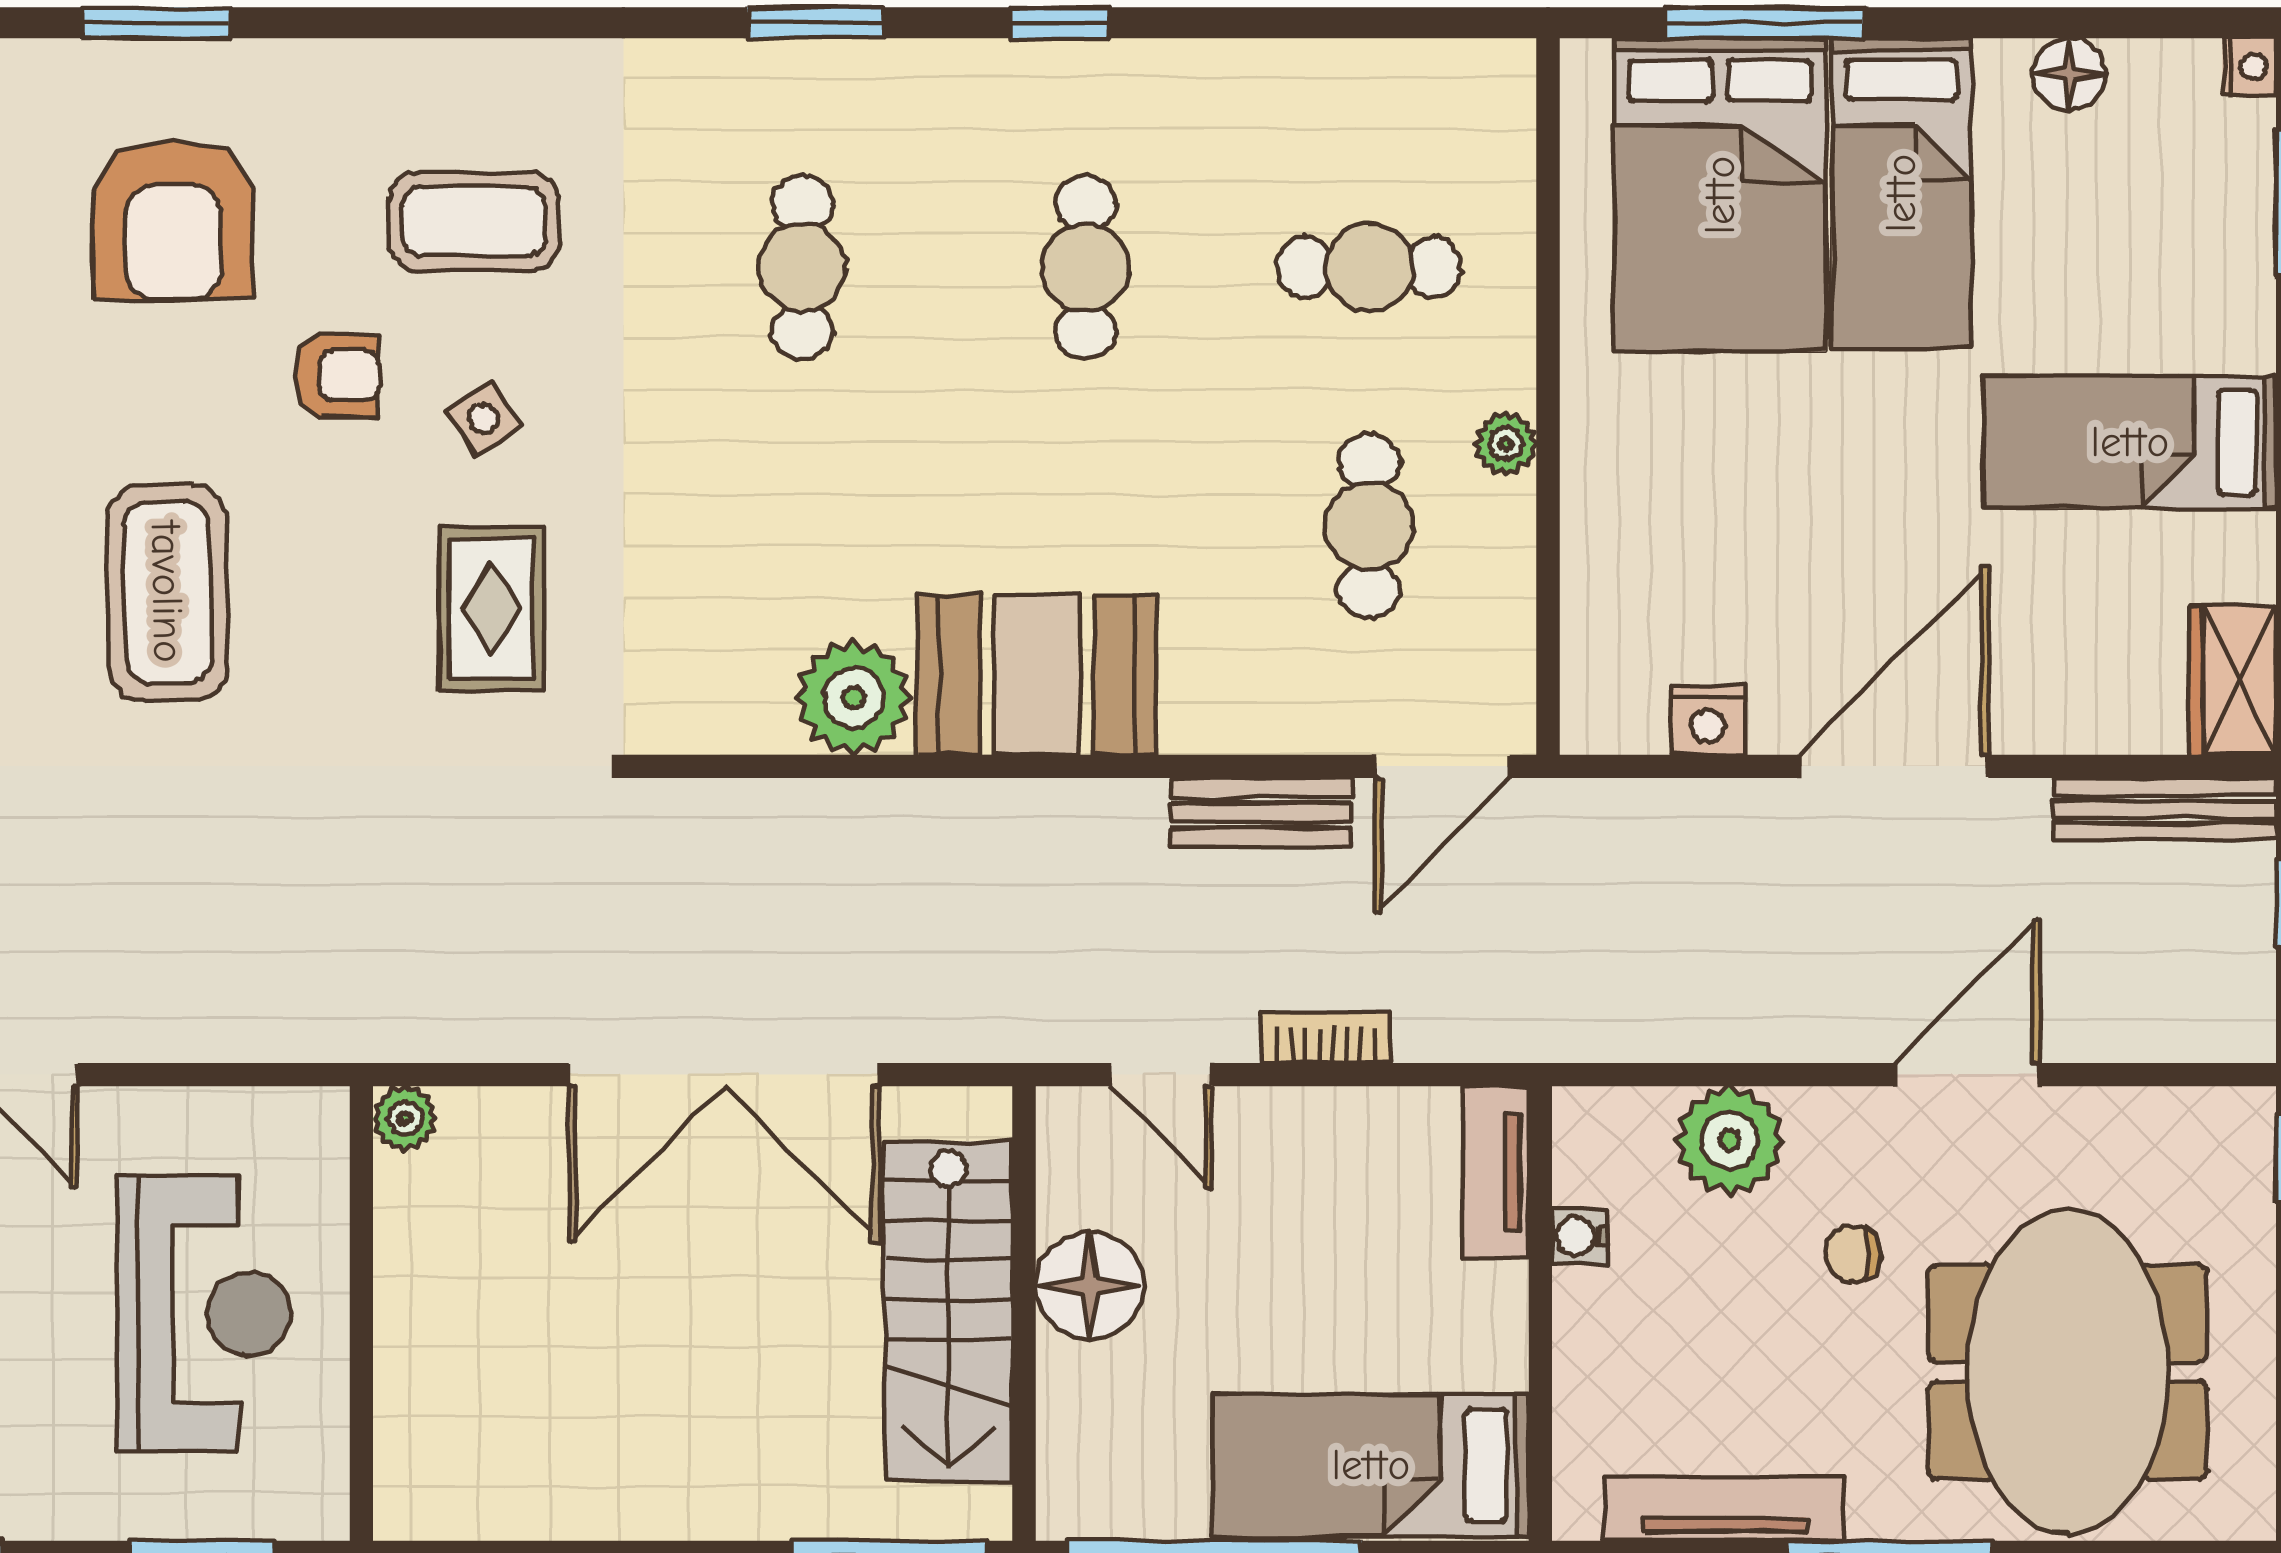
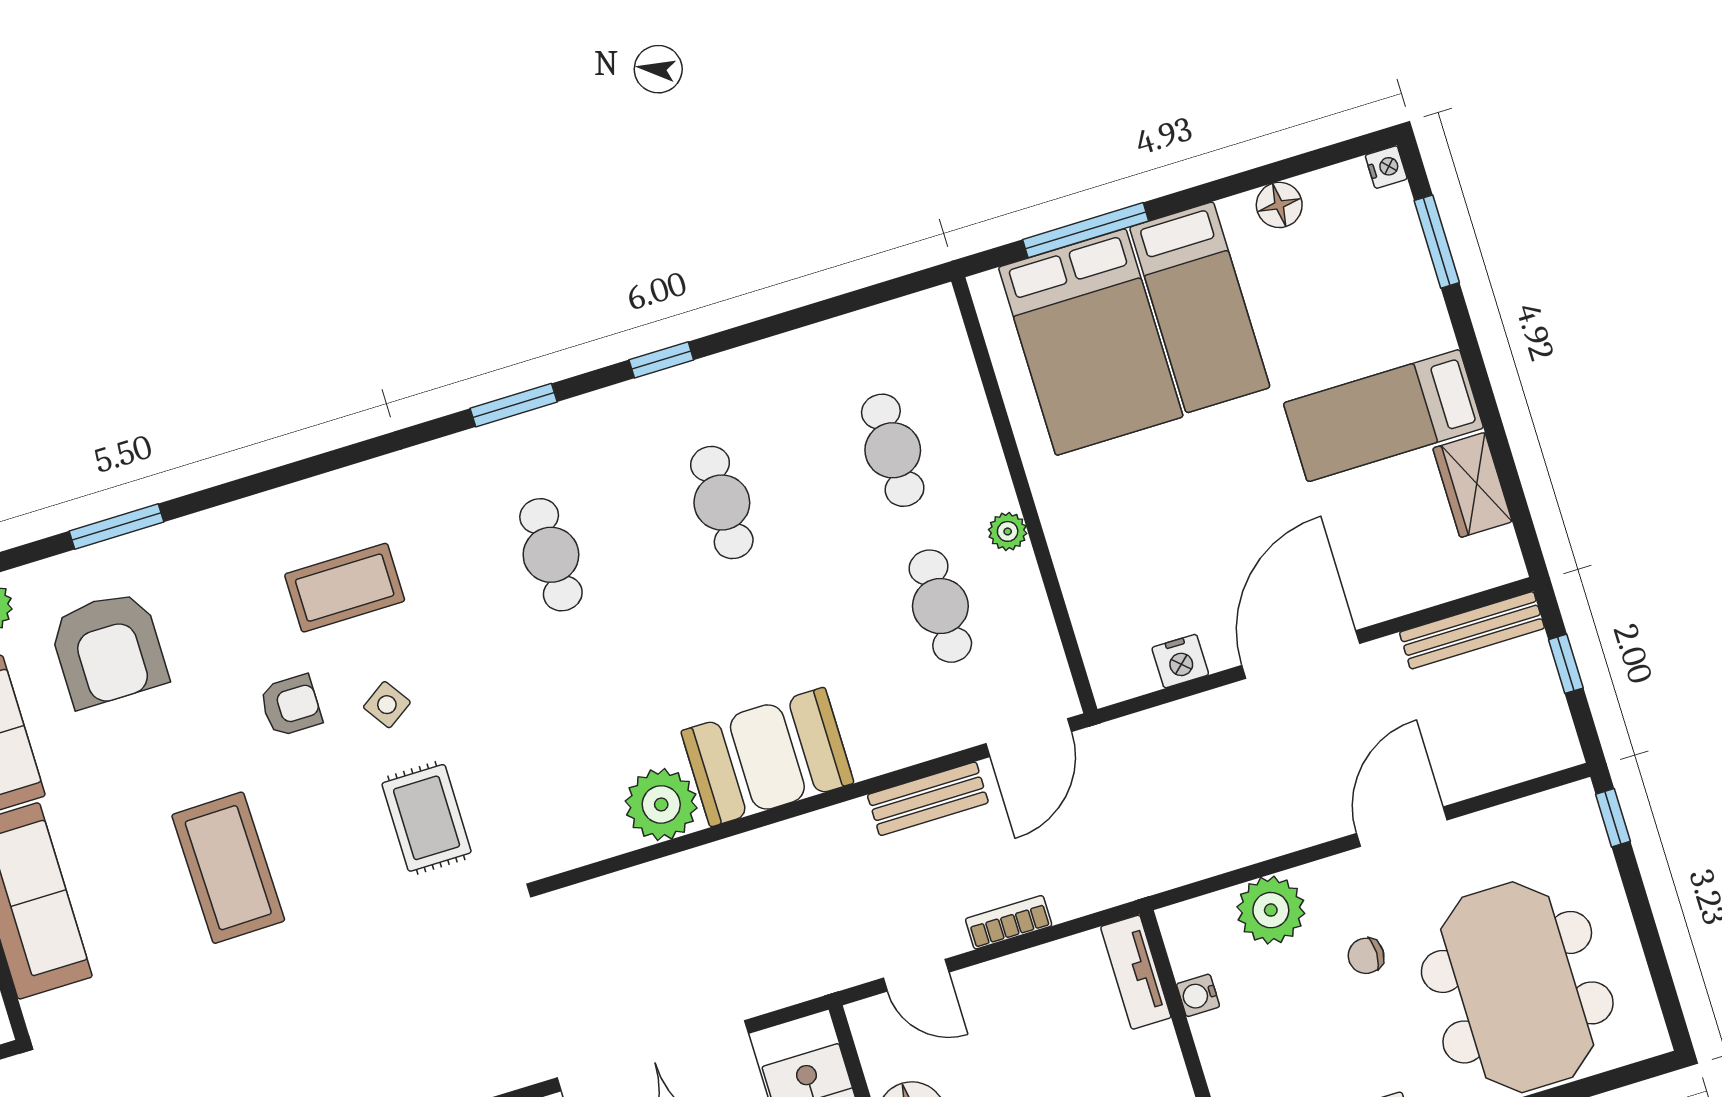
armchair: (173, 220) -> (108, 649), moved
cafe table: (1369, 267) -> (893, 450), turned 90
wardrobe: (2233, 680) -> (1472, 485), moved

